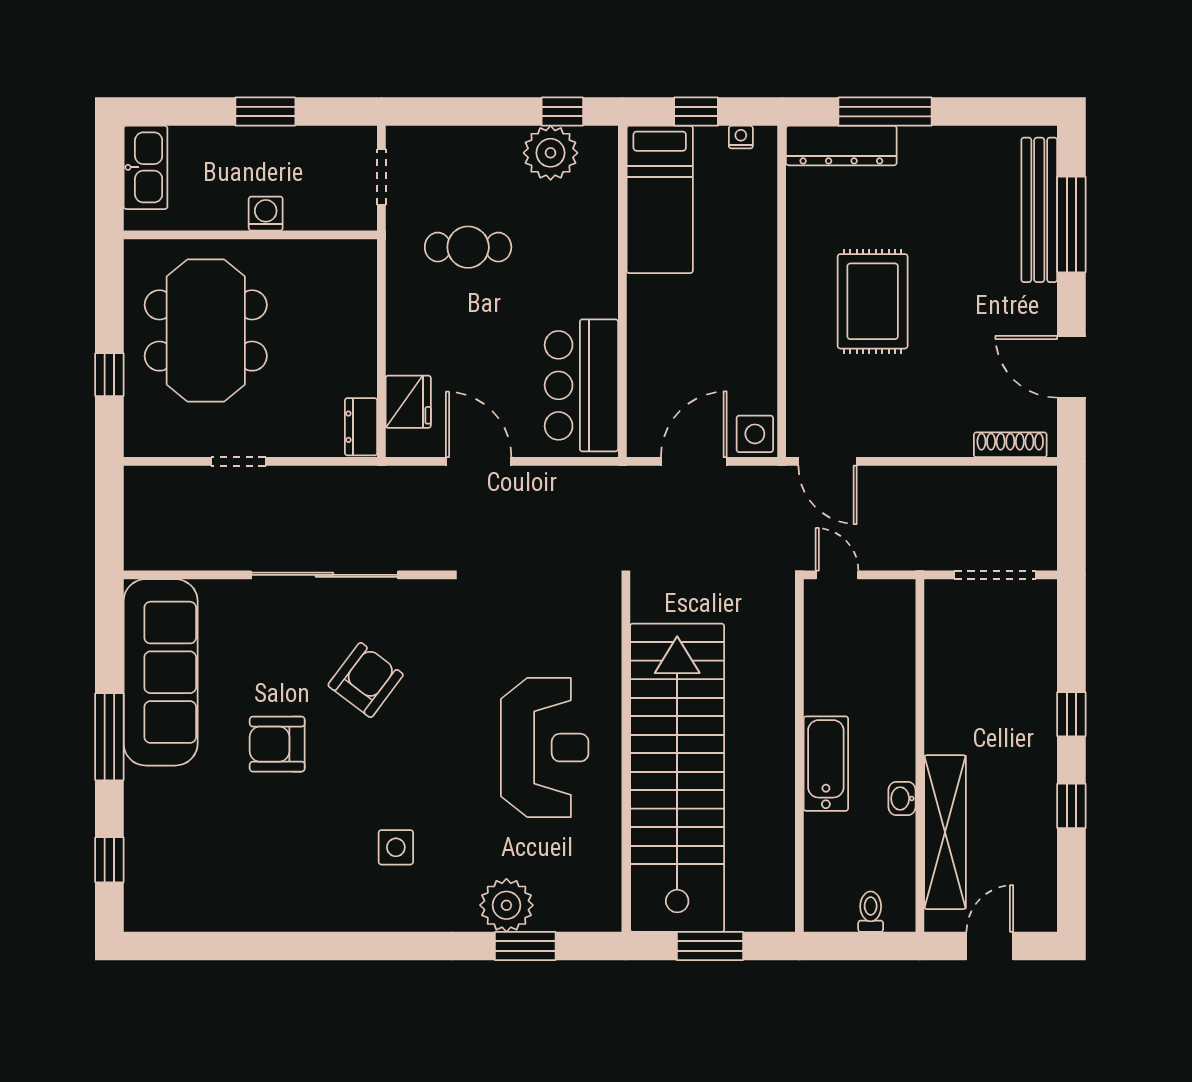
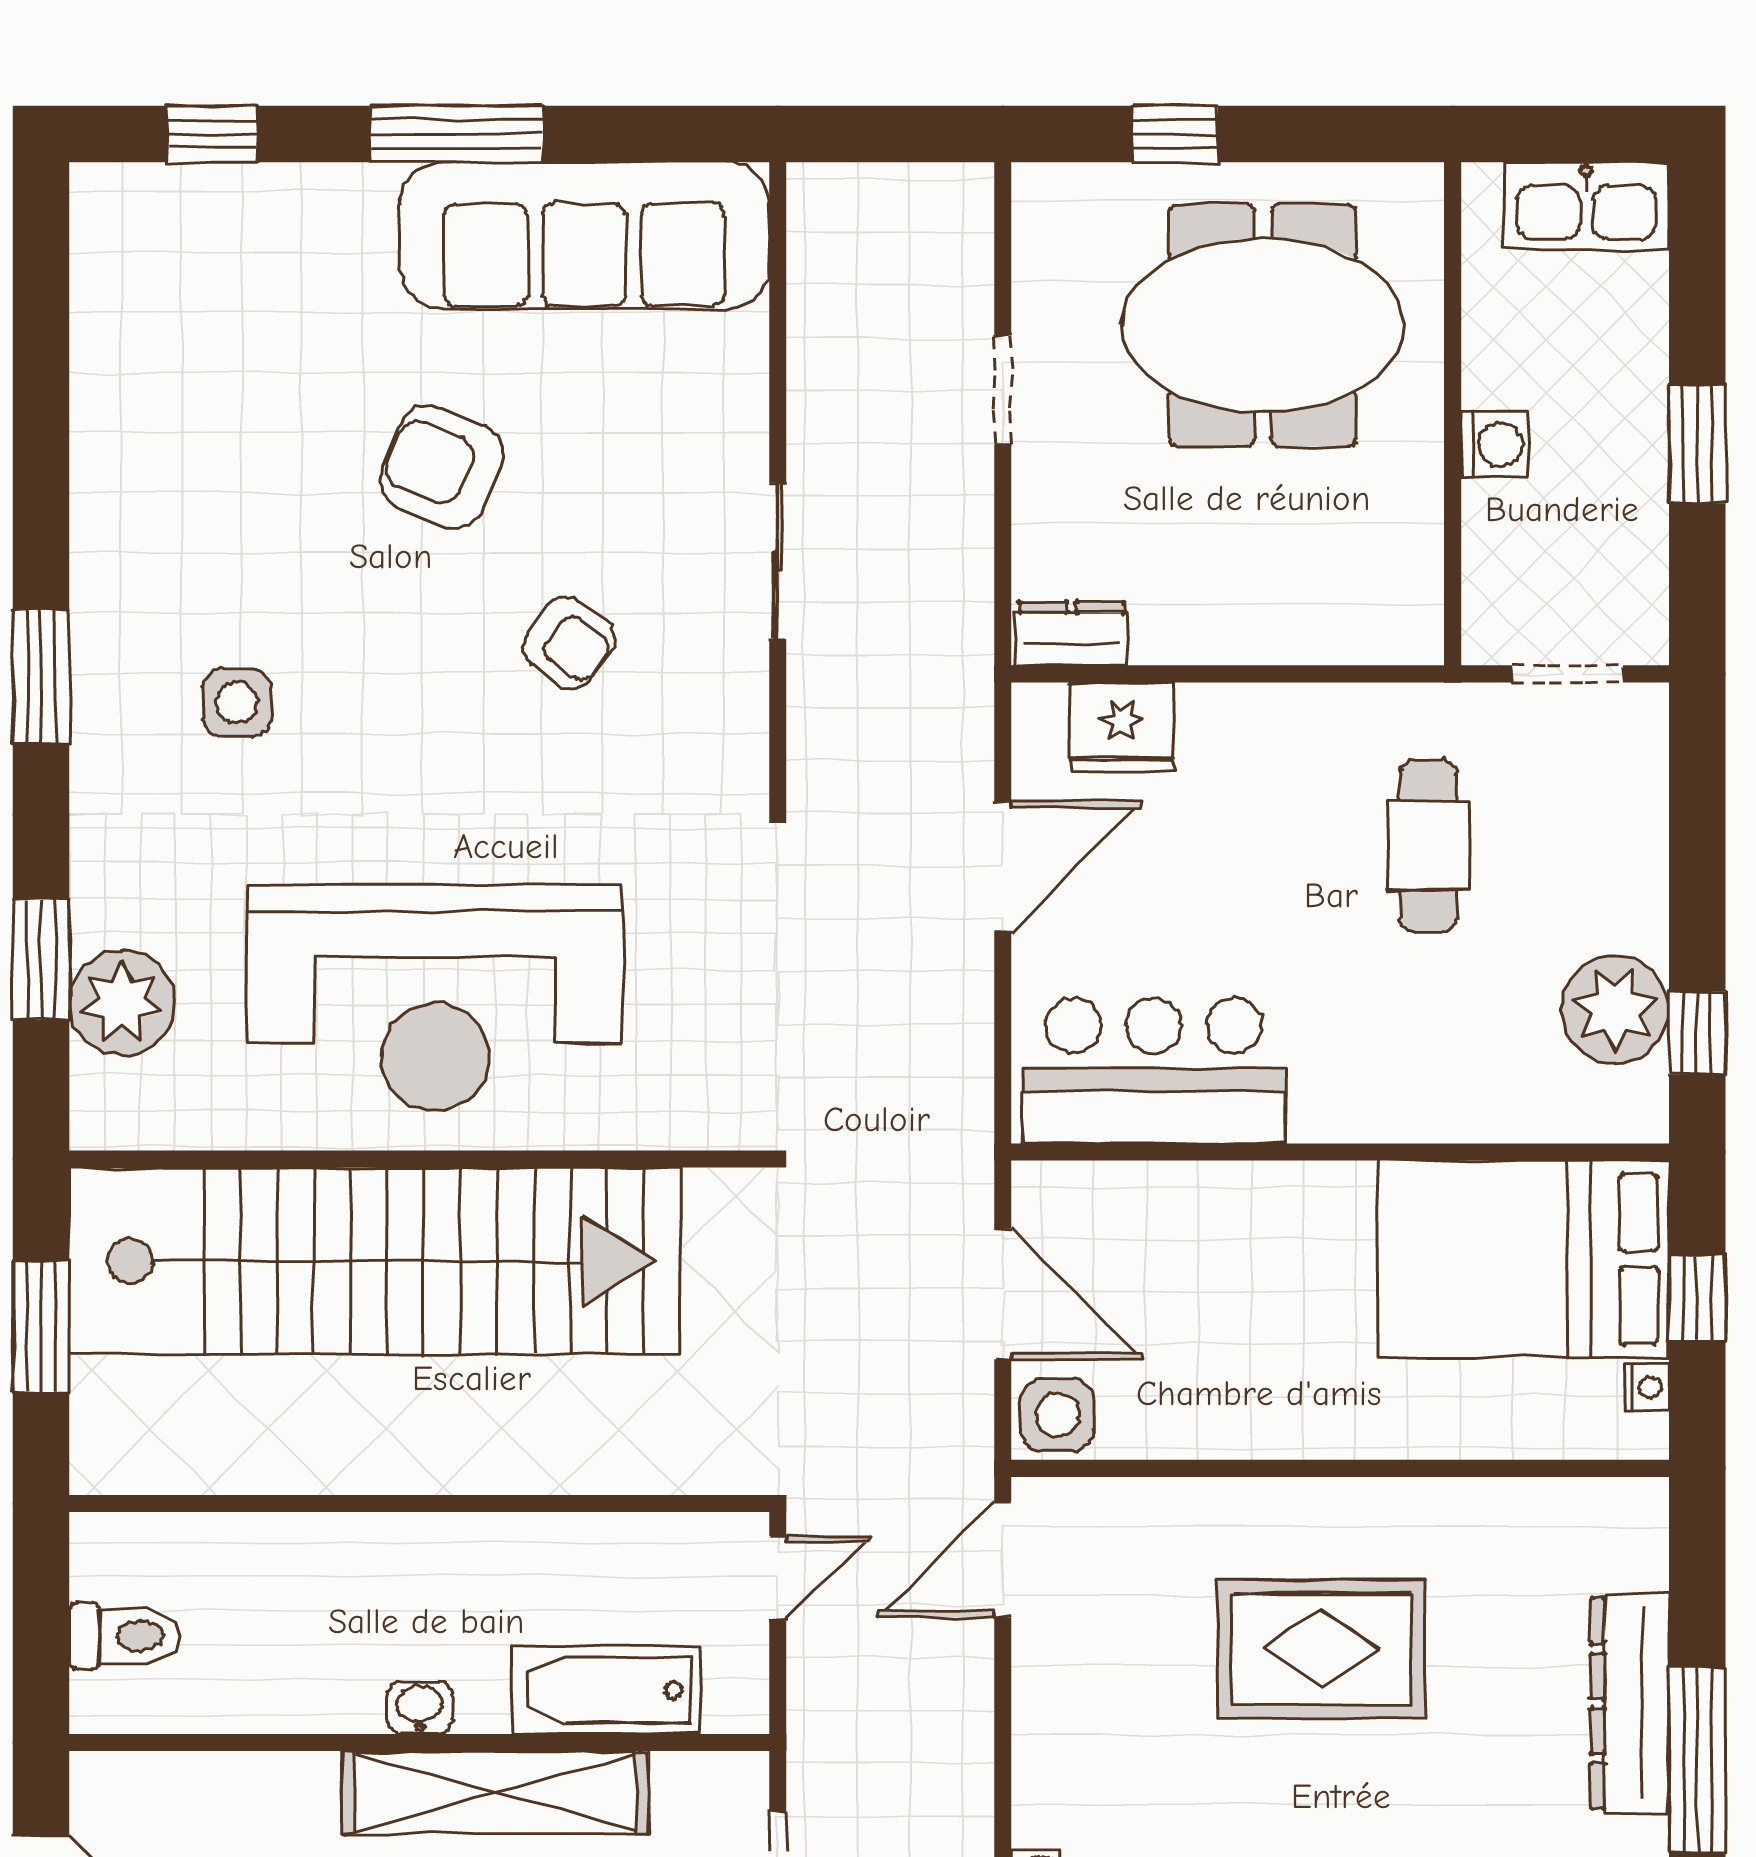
window: (885, 112) -> (1697, 1760), moved
dresser: (841, 145) -> (1630, 1703), moved
bed: (660, 199) -> (1523, 1259), width x1.50
sliding door: (325, 575) -> (778, 561), width x0.54
armchair: (366, 680) -> (569, 643), width x0.72, depth x0.72
armchair: (277, 744) -> (442, 467), turned -68
reception desk: (545, 748) -> (435, 998), width x1.36, depth x1.30
bathtub: (826, 764) -> (606, 1690), moved, turned 180
washbasin: (902, 799) -> (420, 1707), moved
shelving: (945, 832) -> (496, 1793), moved
plant: (506, 905) -> (122, 1003), moved
toilet: (871, 912) -> (125, 1636), width x1.37, depth x1.39
window: (383, 946) -> (41, 677), added

